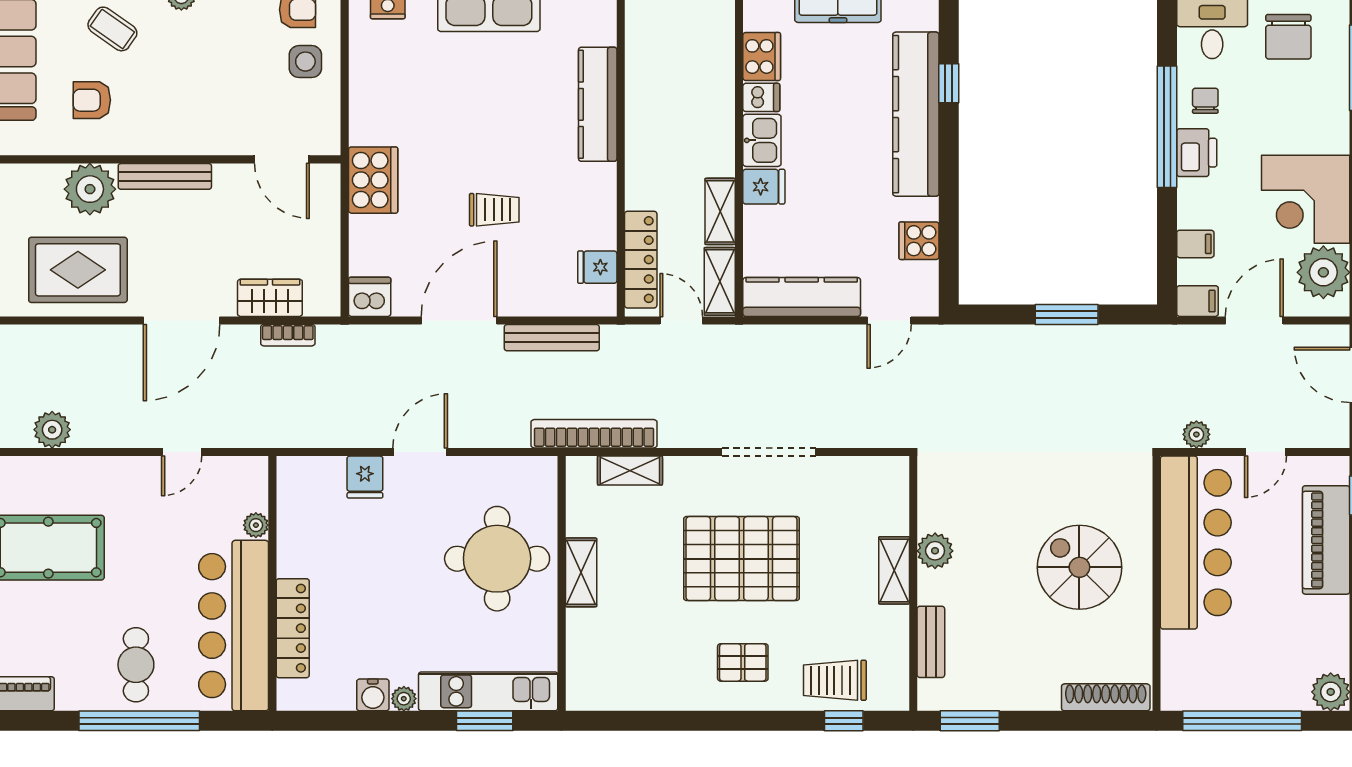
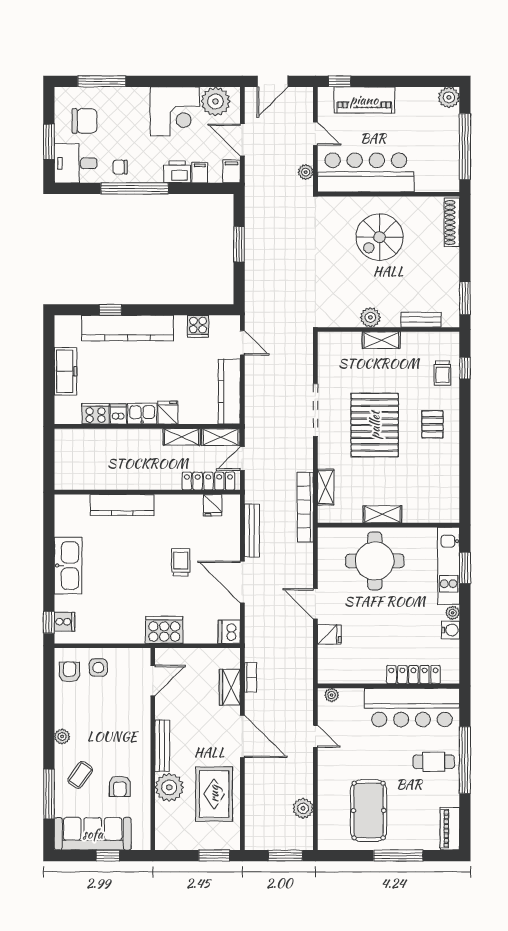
printer: (1197, 153) -> (177, 172), moved
plant: (256, 525) -> (332, 695), moved
trolley: (835, 680) -> (442, 373), width x0.73, depth x0.72

